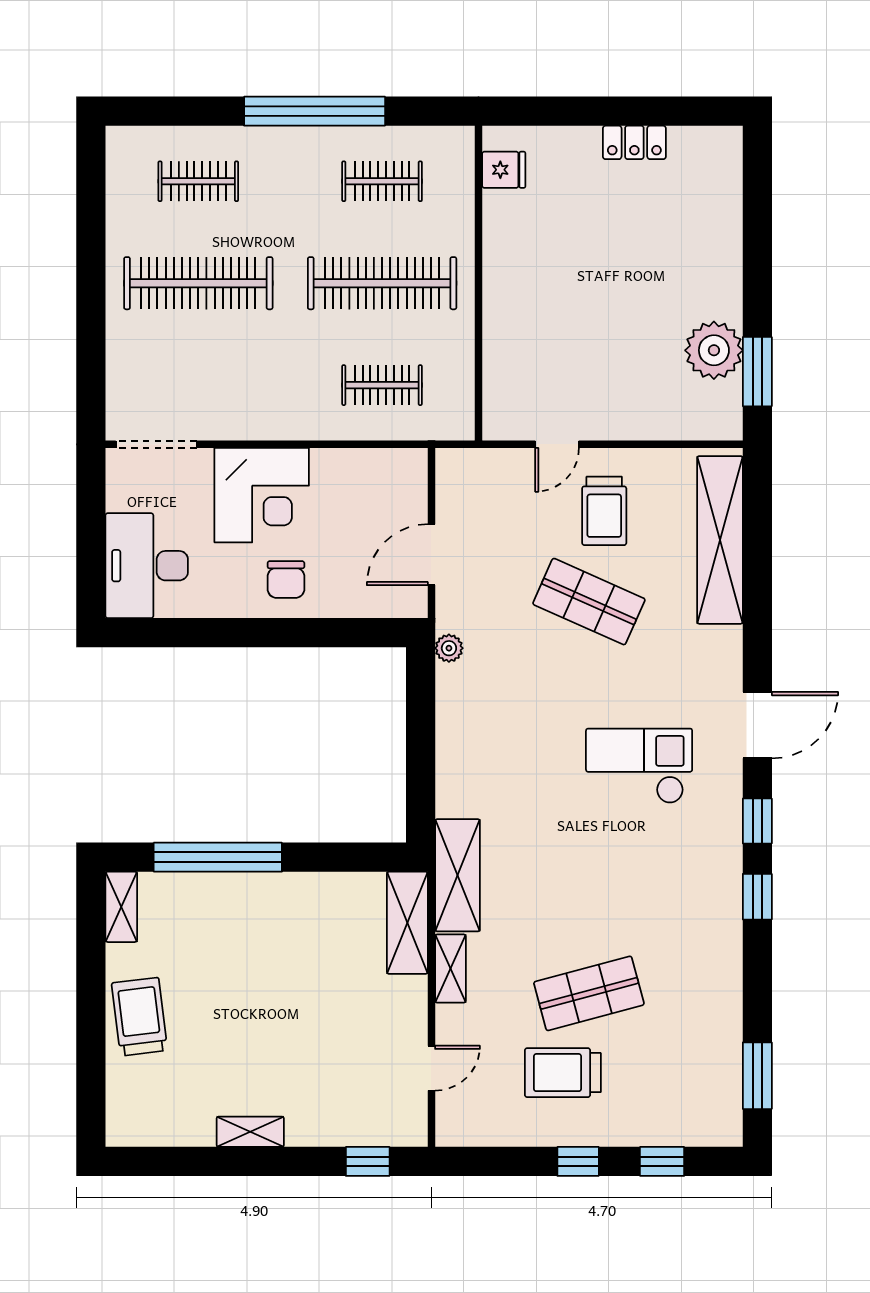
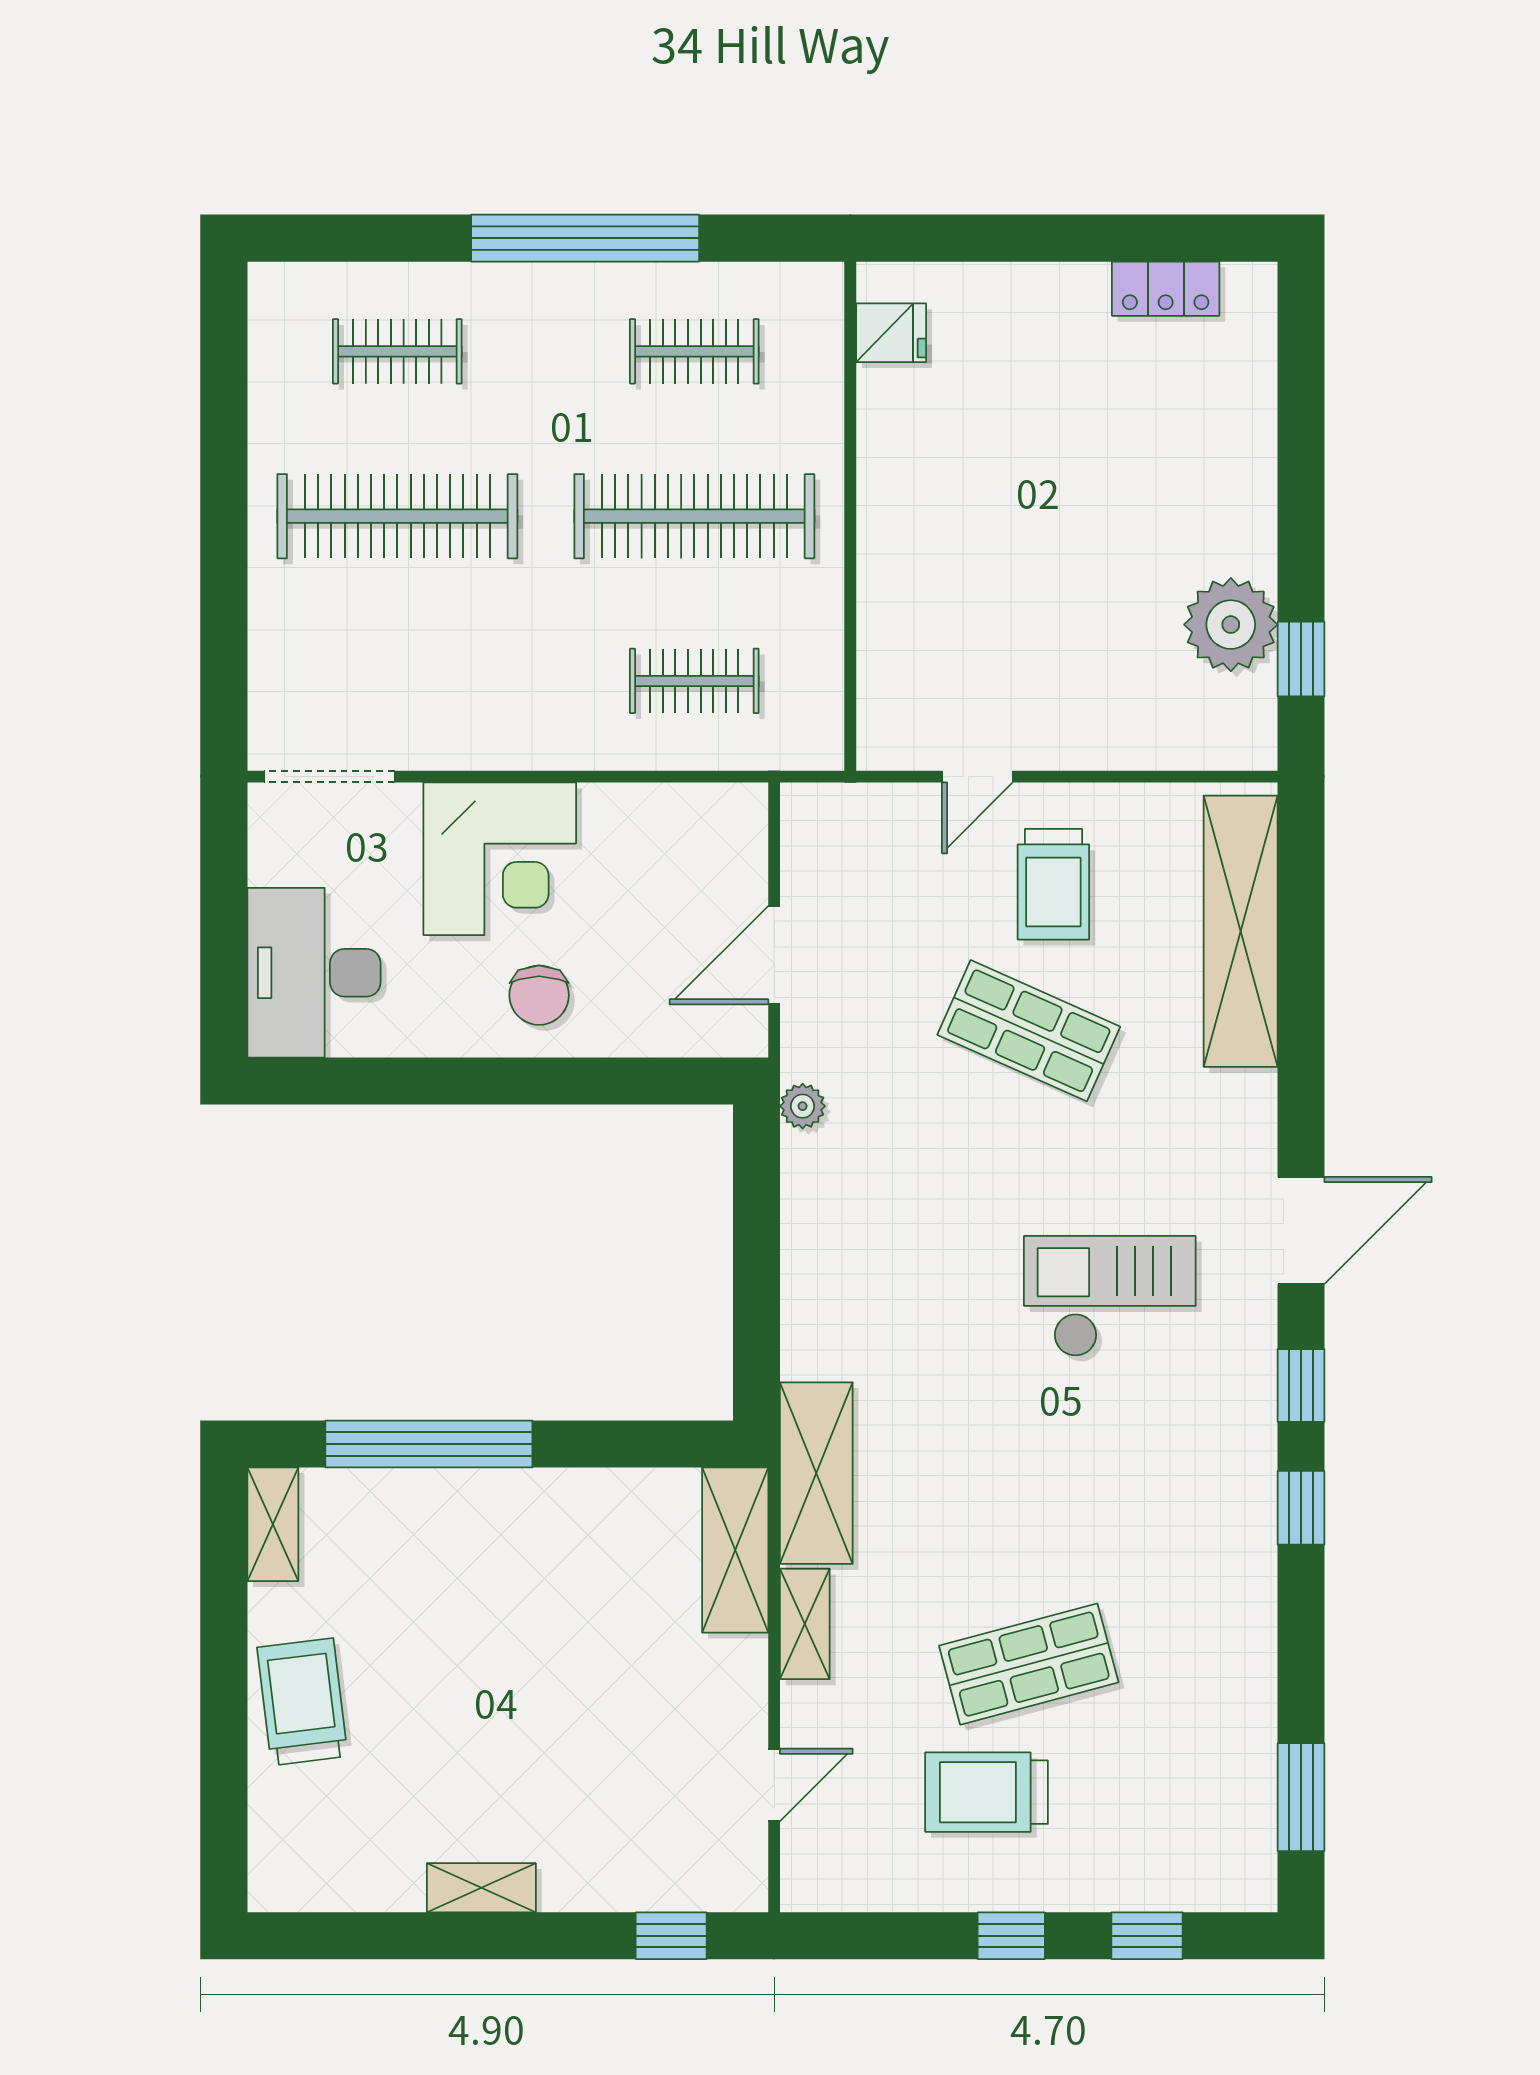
locker: (634, 142) -> (1166, 289), moved
window: (757, 372) -> (1301, 659), width x0.67

